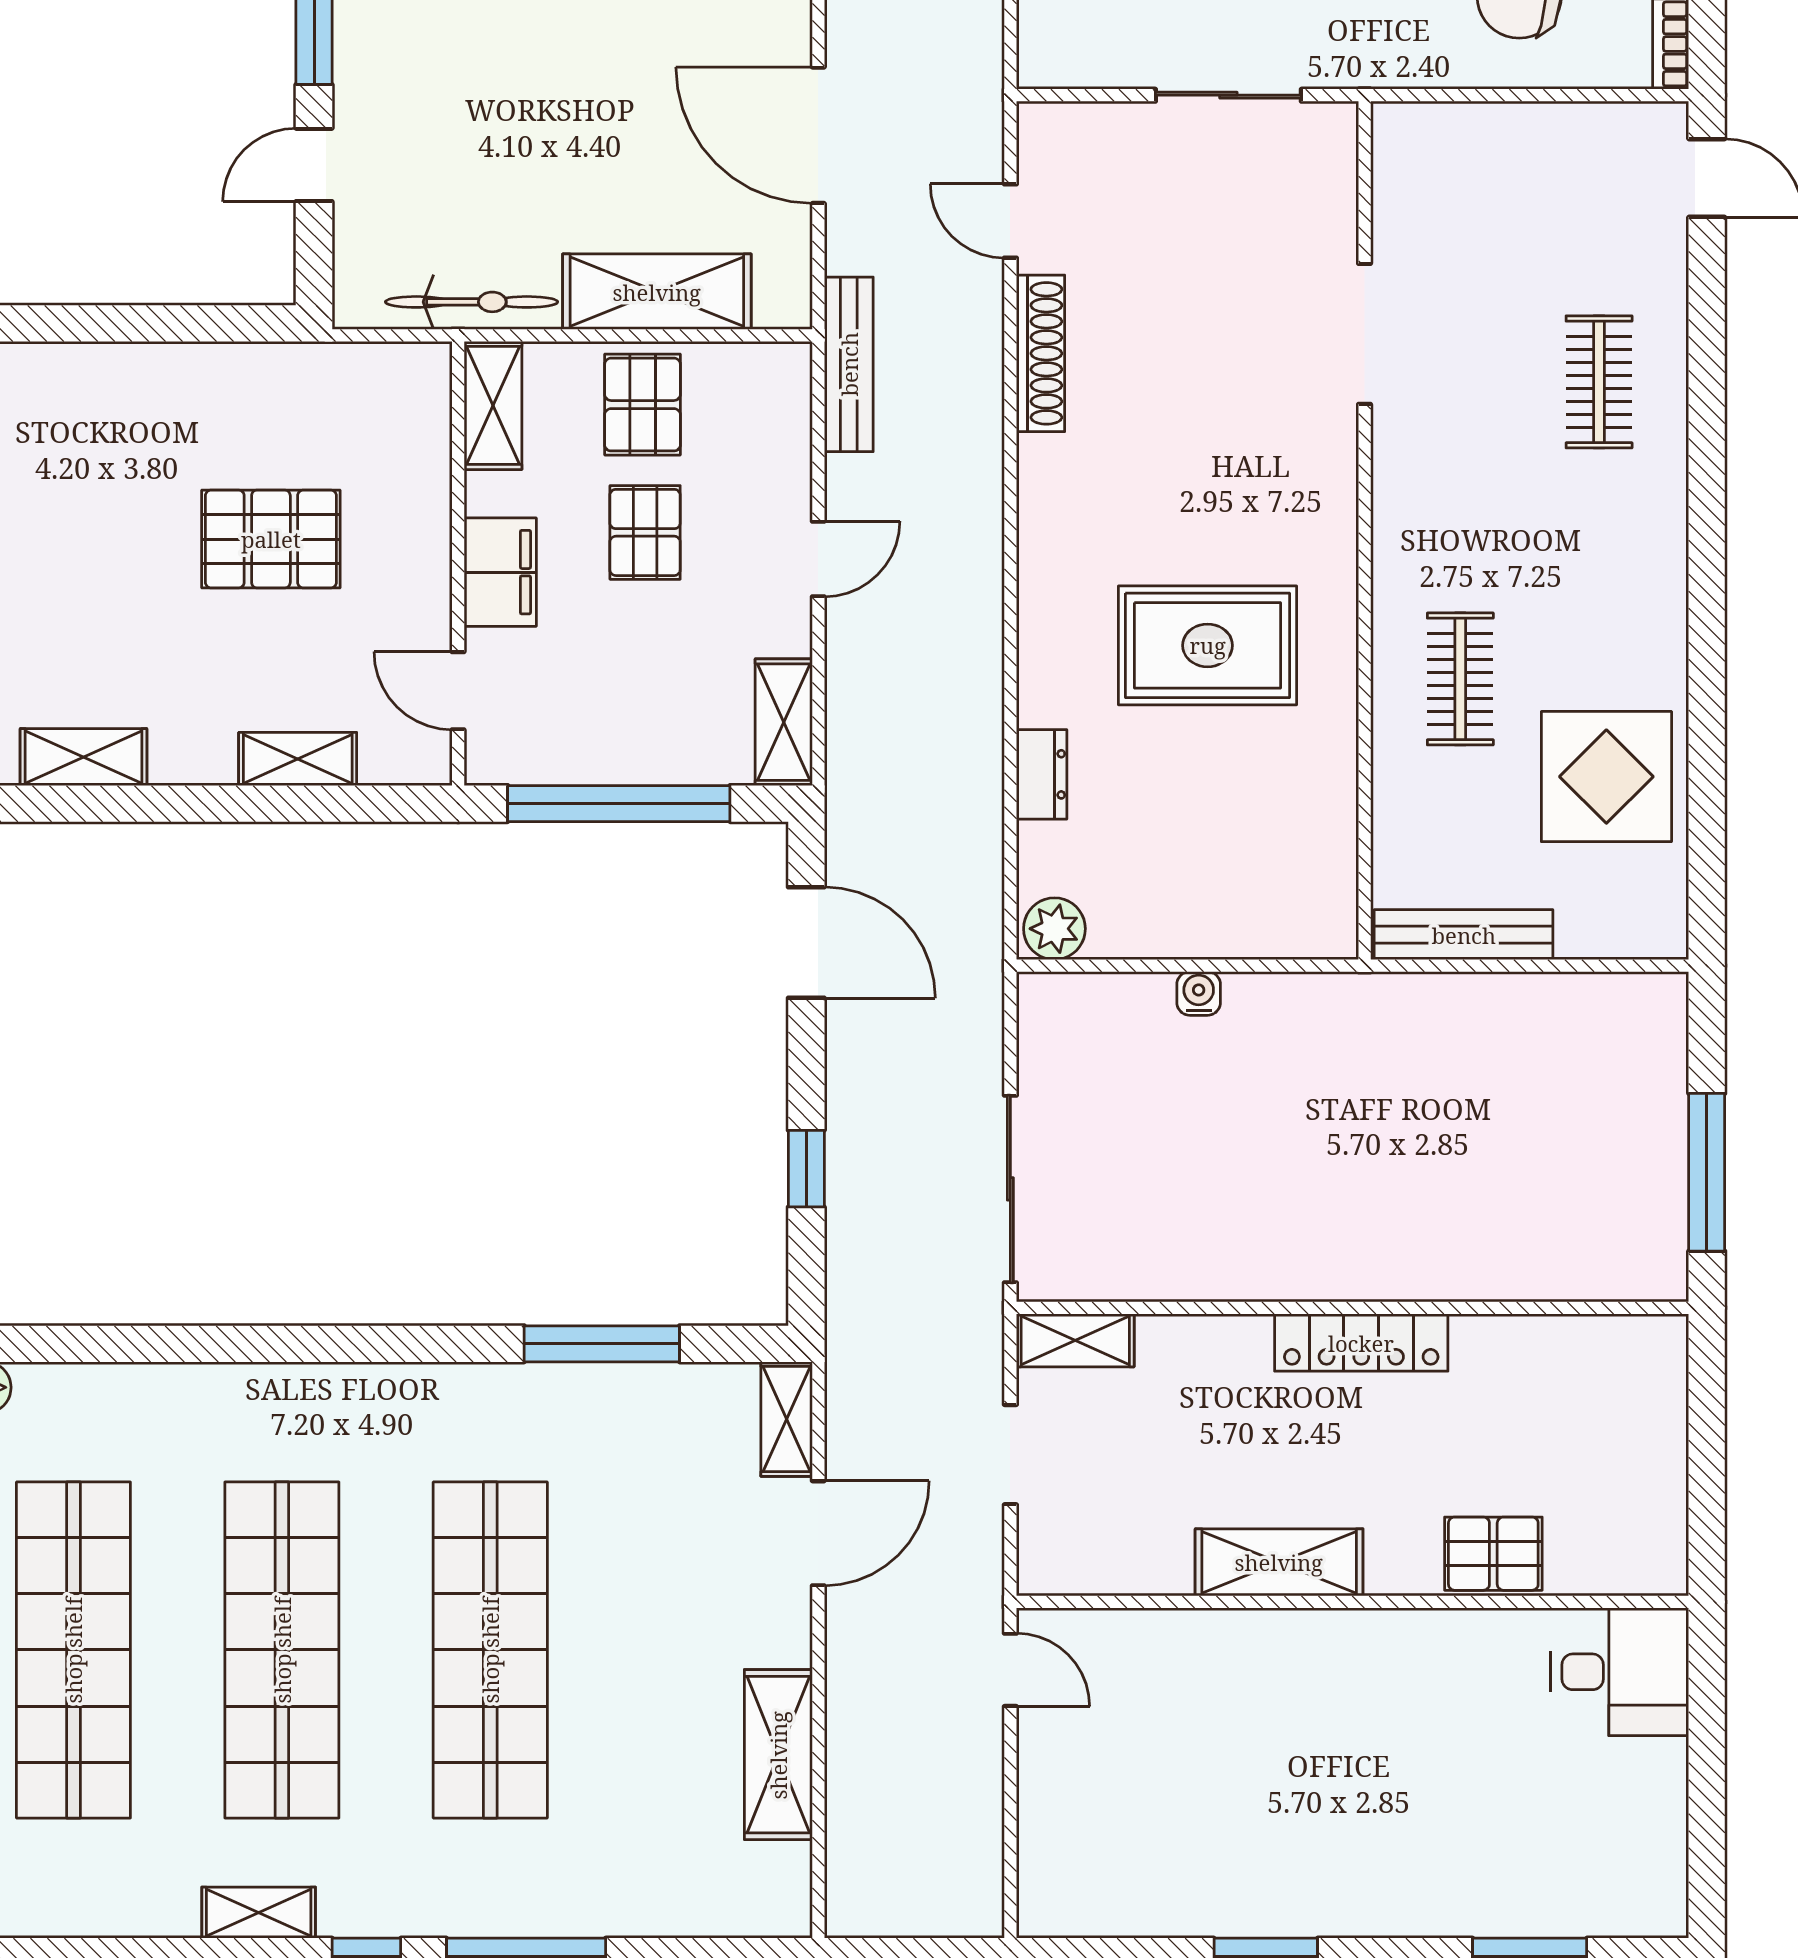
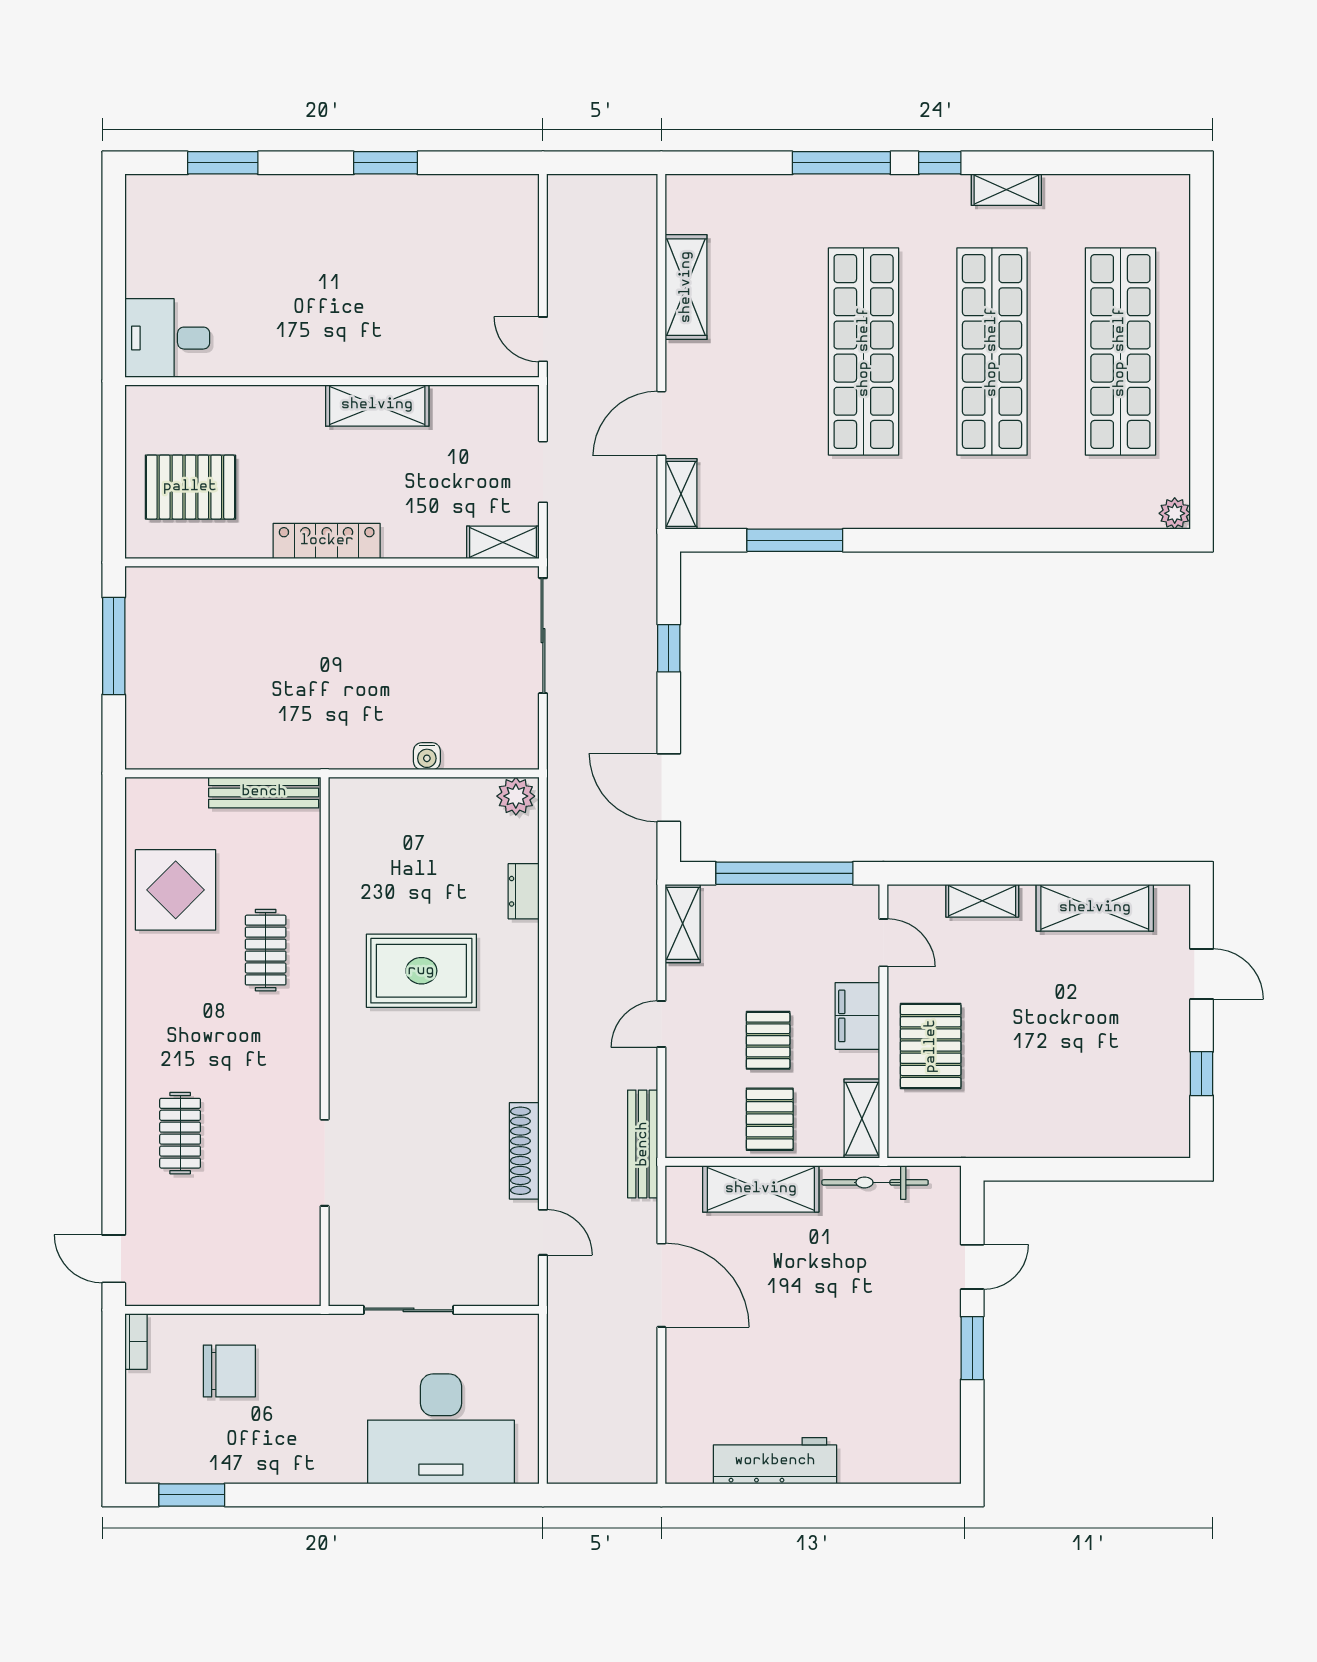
pallet: (271, 539) -> (931, 1046), moved, turned 90
shelving: (84, 757) -> (1095, 908), width x1.50, depth x1.33
pallet: (1493, 1554) -> (190, 487), moved, width x1.50, depth x1.42

